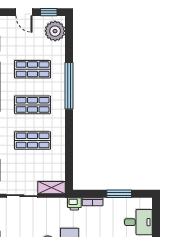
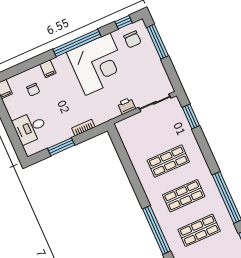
shelving: (52, 188) -> (129, 123), removed
printer: (74, 204) -> (126, 106), moved

